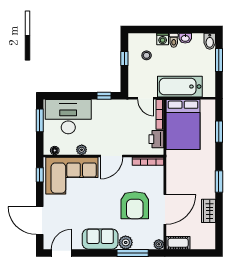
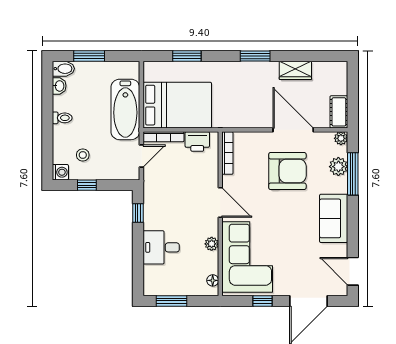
washbasin: (185, 38) -> (59, 86), moved
washing machine: (163, 39) -> (60, 172), moved
desk: (68, 117) -> (161, 247), width x0.53, depth x0.77
window: (40, 175) -> (263, 301), moved
plant: (126, 242) -> (338, 167), moved

